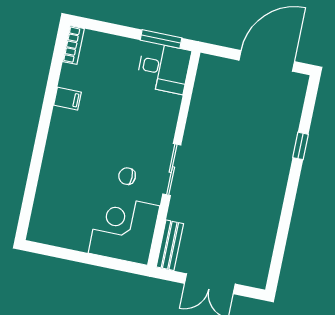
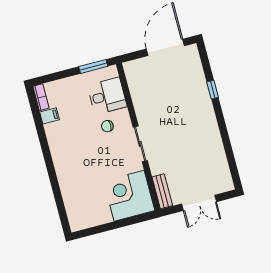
desk: (164, 68) -> (107, 96), moved
filing cabinet: (67, 99) -> (49, 116), moved
chair: (127, 176) -> (107, 126), moved

